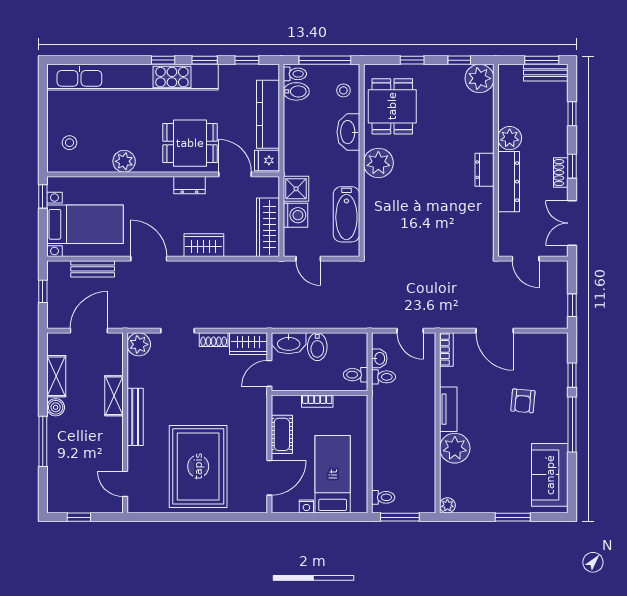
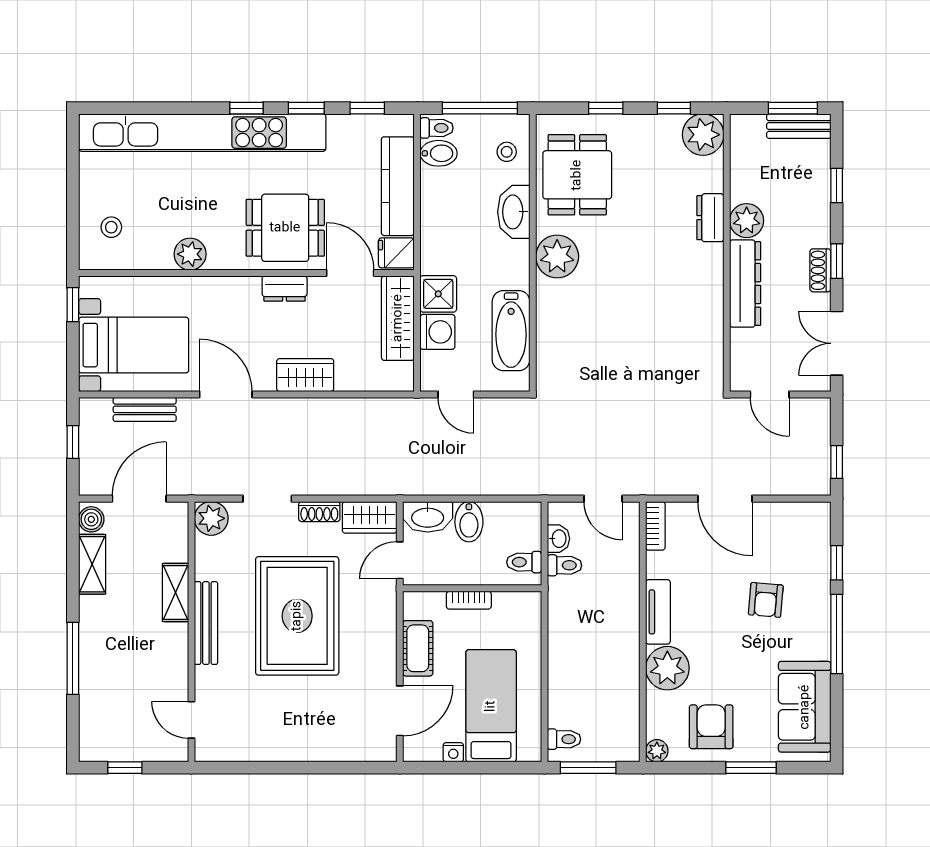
dresser: (484, 170) -> (710, 218), moved
wardrobe: (268, 227) -> (398, 318), moved
boiler: (56, 407) -> (91, 519), moved
rug: (198, 466) -> (297, 616), moved
armchair: (485, 489) -> (711, 727), added

